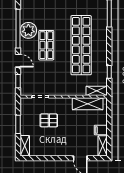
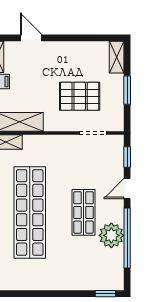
door: (18, 61) -> (127, 189), hinge flipped
pallet: (49, 120) -> (80, 96), width x1.50, depth x1.42

